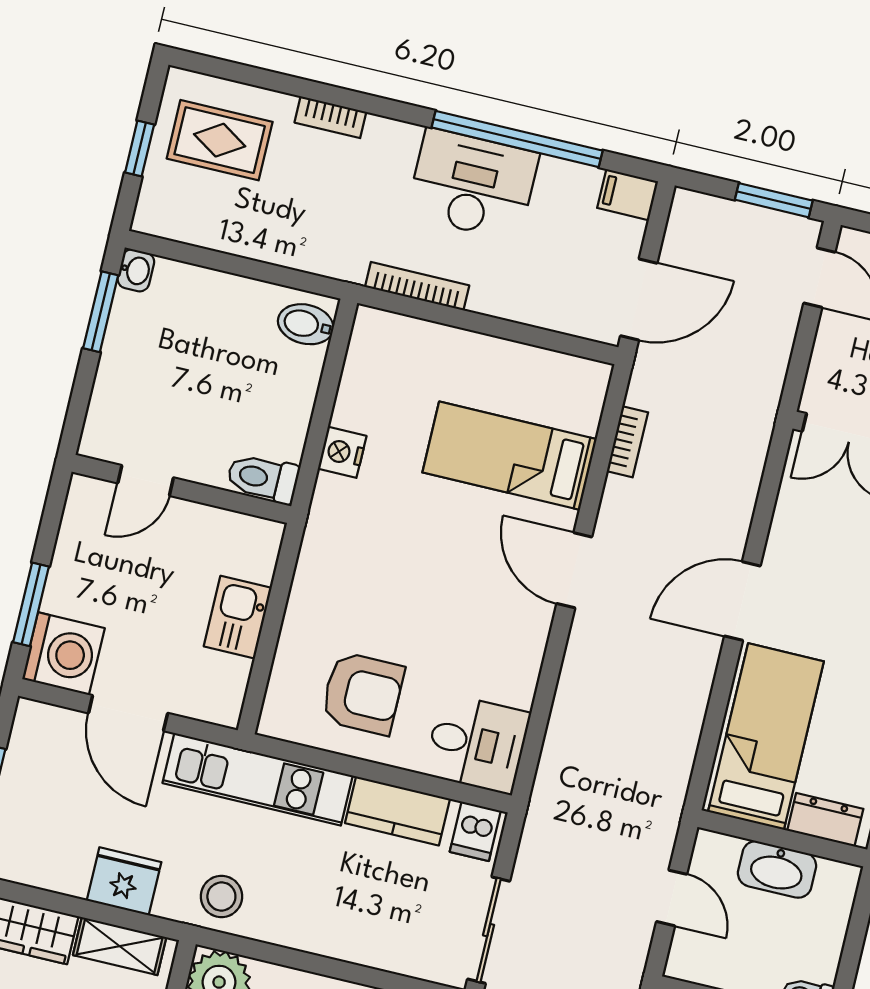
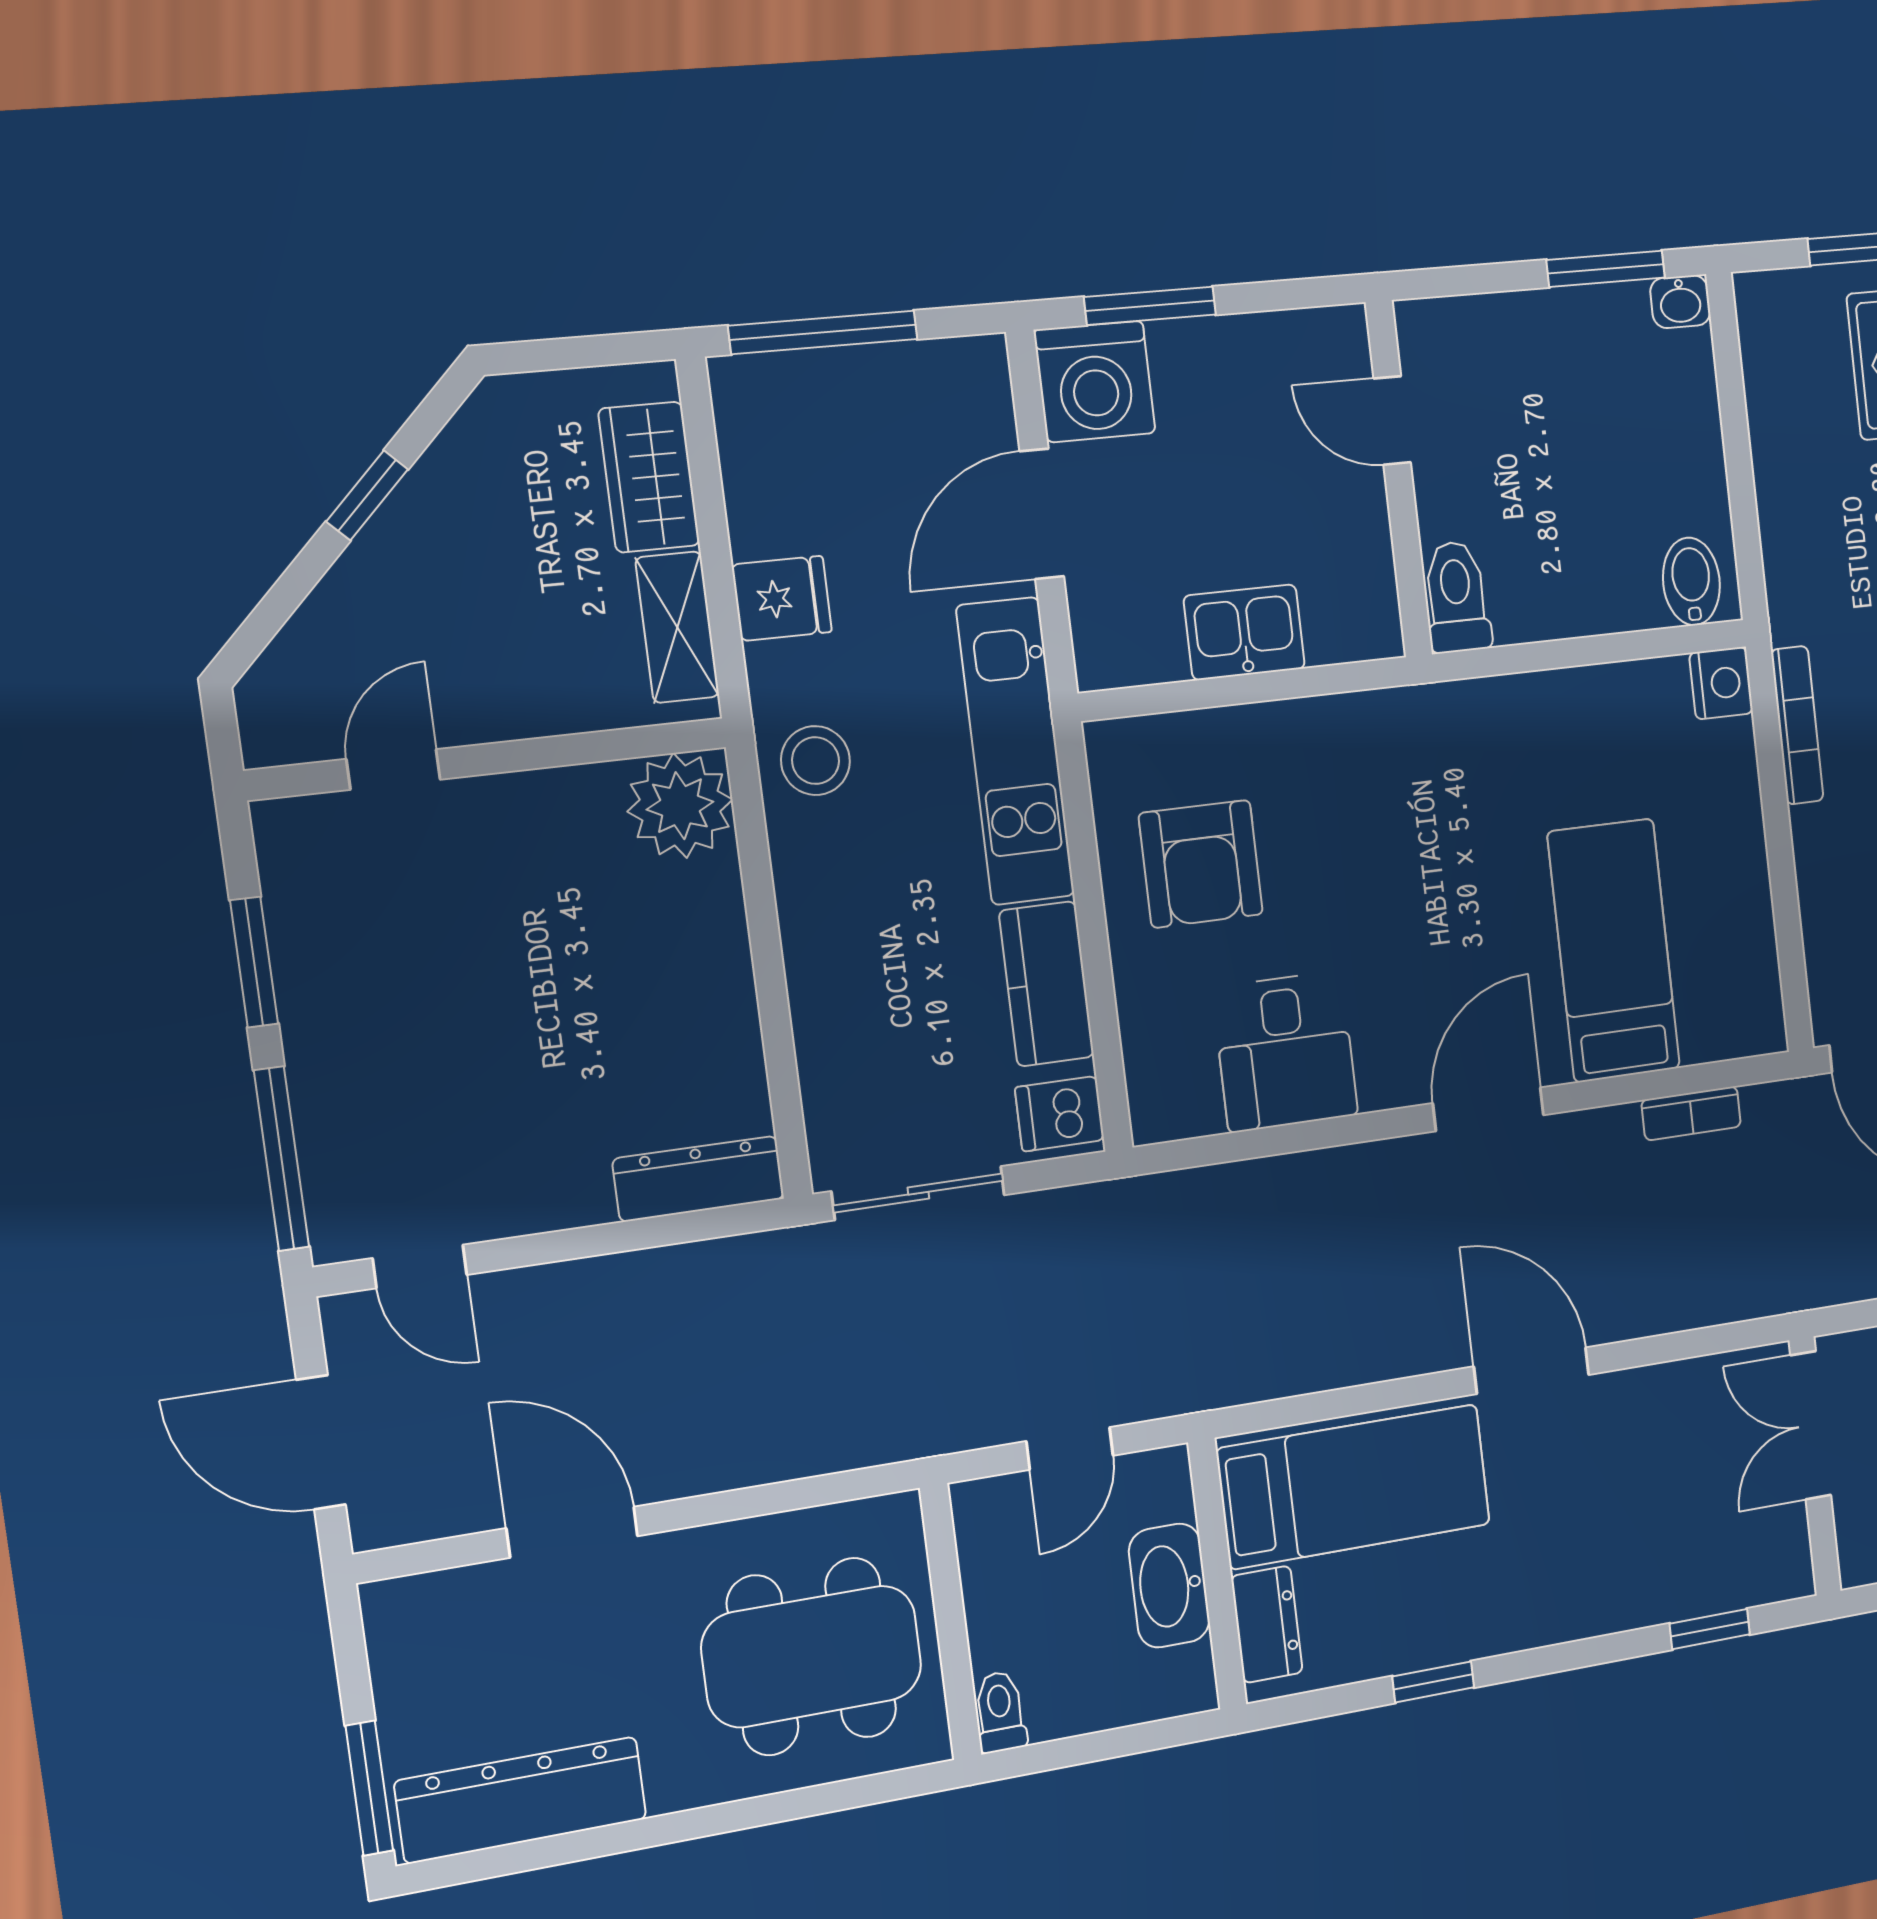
nightstand: (342, 452) -> (1721, 683), moved, turned 90
desk: (477, 744) -> (1285, 1052), moved
fridge: (124, 881) -> (782, 598), width x0.72

